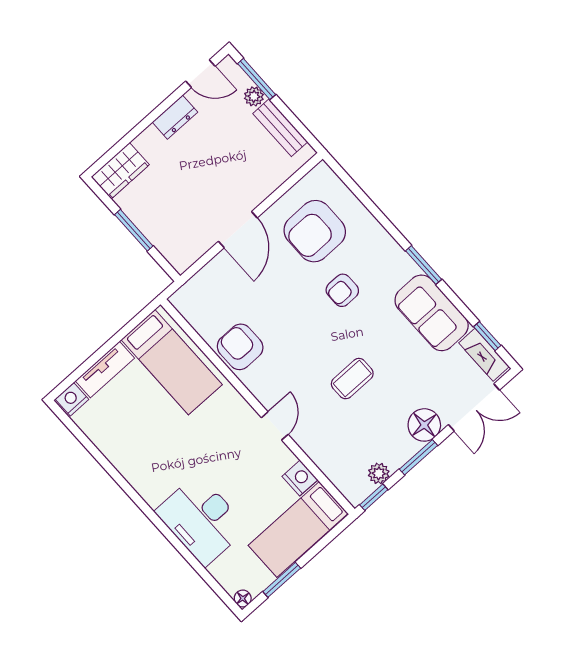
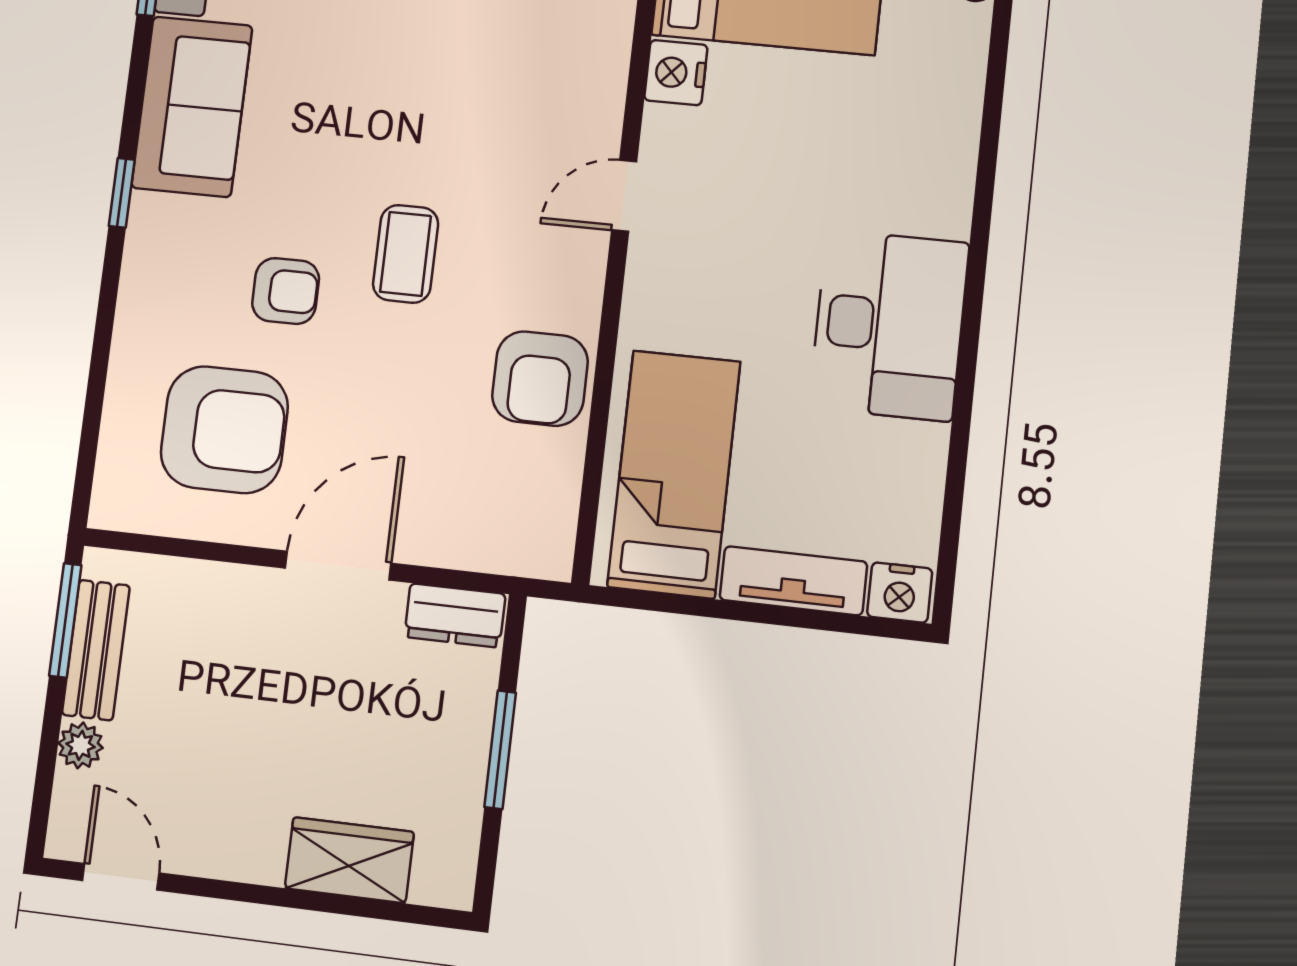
window: (257, 79) -> (65, 620), moved
dresser: (175, 117) -> (455, 615), moved, turned 180
wardrobe: (120, 171) -> (349, 860), moved
window: (424, 265) -> (122, 193), width x0.67
coffee table: (352, 379) -> (406, 254), moved, turned 90
desk: (201, 520) -> (889, 325), moved

